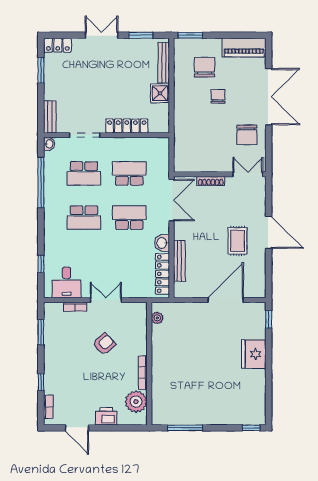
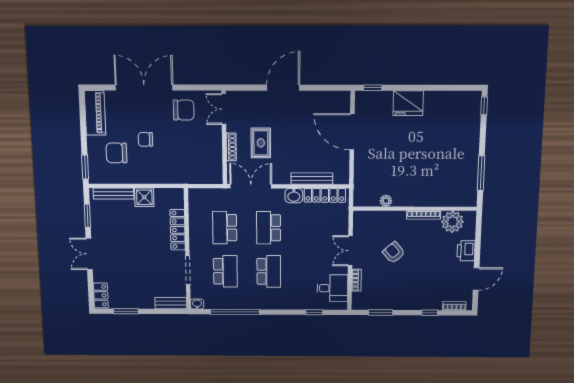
rug: (237, 241) -> (261, 143), moved, turned 90
plant: (157, 318) -> (386, 201), moved

